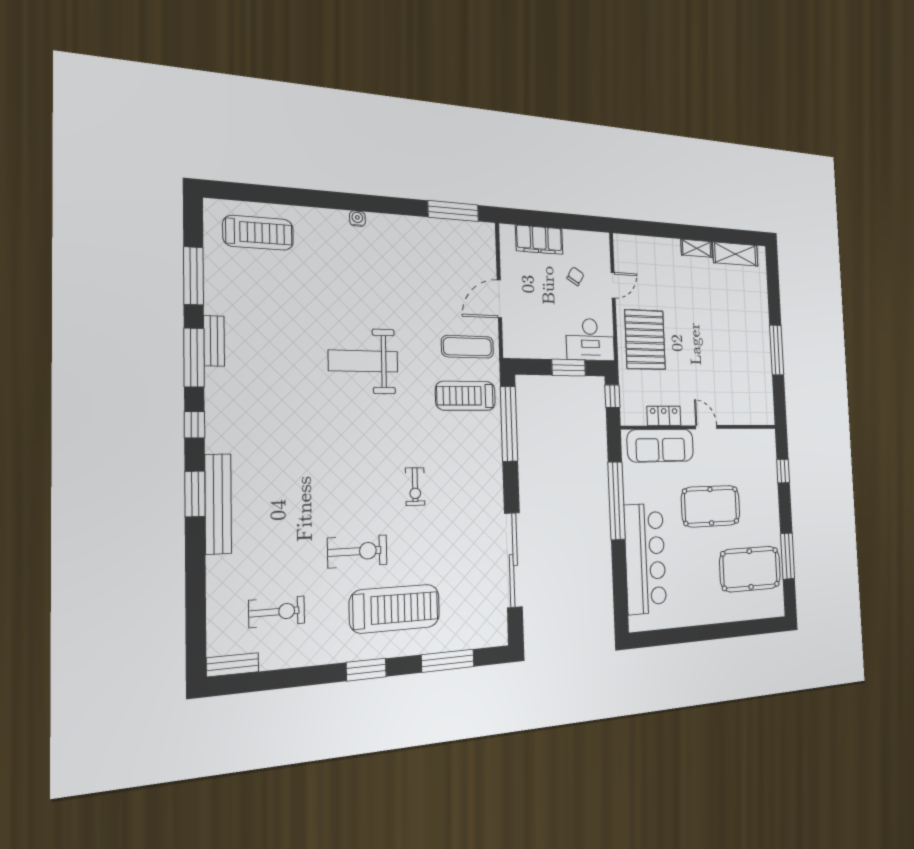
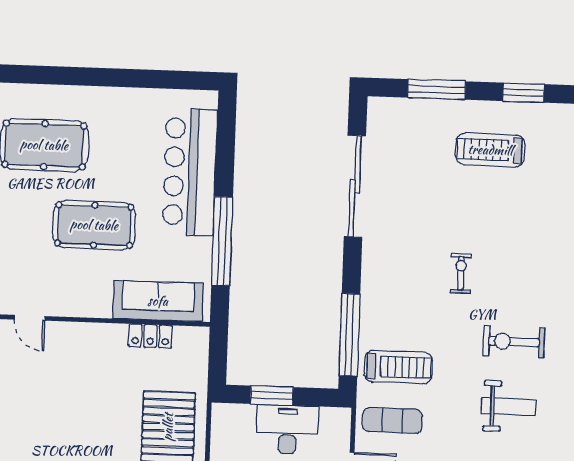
desk: (590, 339) -> (287, 429), moved
weight bench: (363, 361) -> (509, 407), width x0.73, depth x0.75
window: (612, 396) -> (218, 361), removed
door: (706, 427) -> (30, 318), moved
exercise bike: (357, 551) -> (514, 342), moved
treadmill: (395, 609) -> (490, 150), width x0.73, depth x0.73

